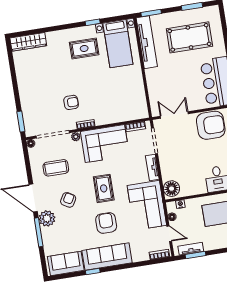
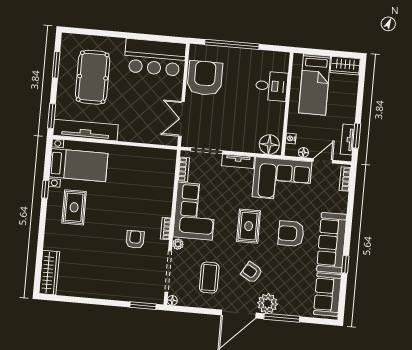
rug: (104, 188) -> (249, 226), turned 90

